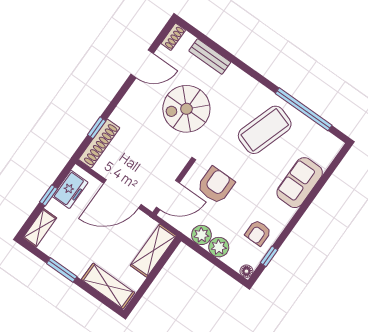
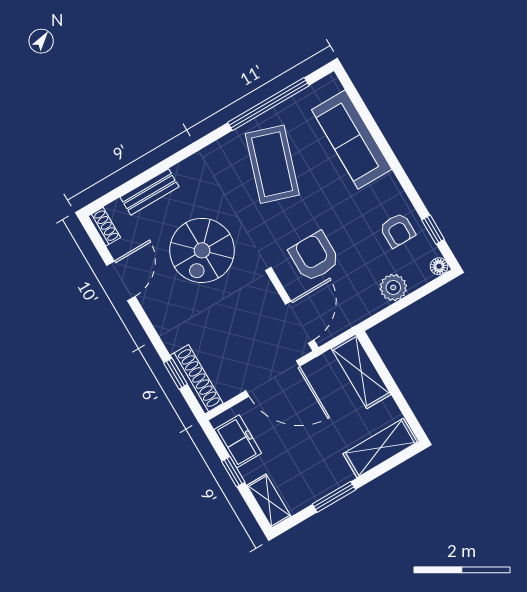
sofa: (300, 183) -> (352, 140), width x1.36
door: (122, 194) -> (273, 379), hinge flipped
plant: (201, 235) -> (368, 302), removed

